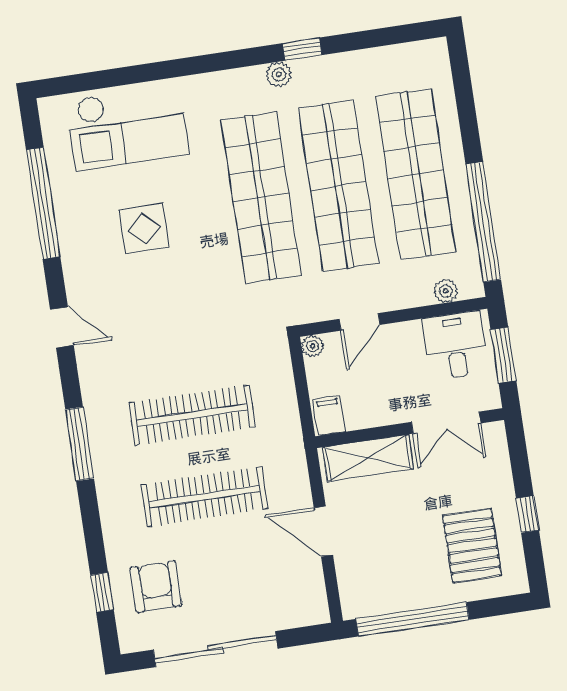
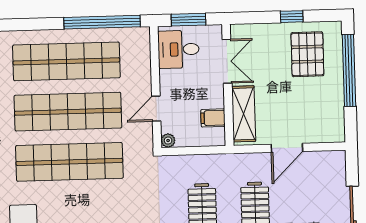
plant: (446, 291) -> (143, 51), removed
door: (360, 322) -> (156, 109), swing flipped
filing cabinet: (329, 416) -> (213, 118), moved
pallet: (472, 546) -> (307, 54), turned 90
window: (412, 619) -> (349, 70), moved

